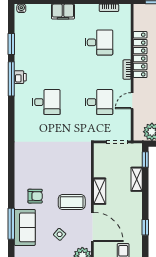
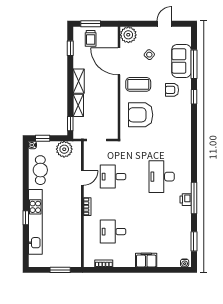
window: (11, 44) -> (194, 241), moved
locker: (140, 55) -> (75, 220), removed
desk: (46, 102) -> (162, 177), width x1.37
armchair: (69, 169) -> (141, 115), added
window: (11, 189) -> (194, 97), added
shelving: (100, 191) -> (79, 81), moved
window: (145, 227) -> (70, 48), moved

